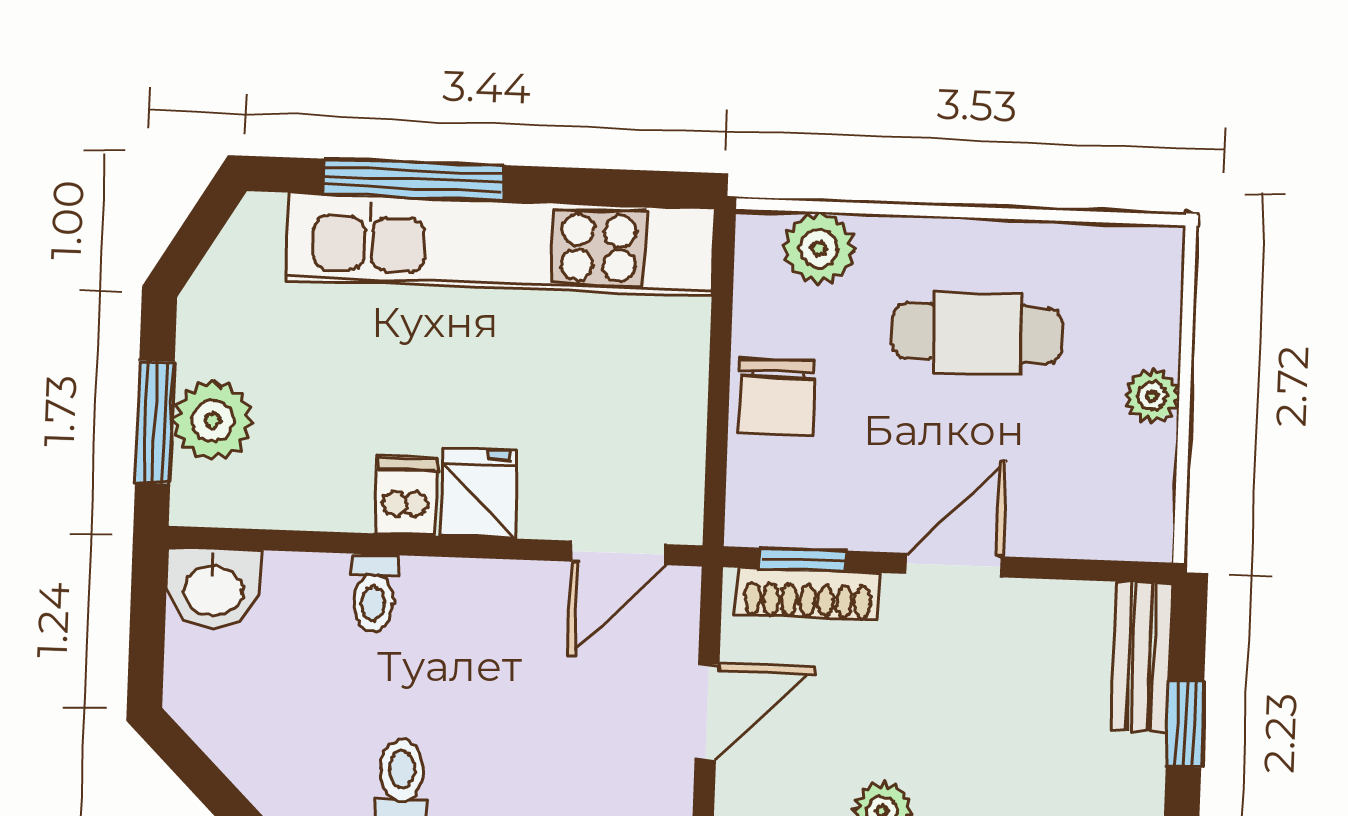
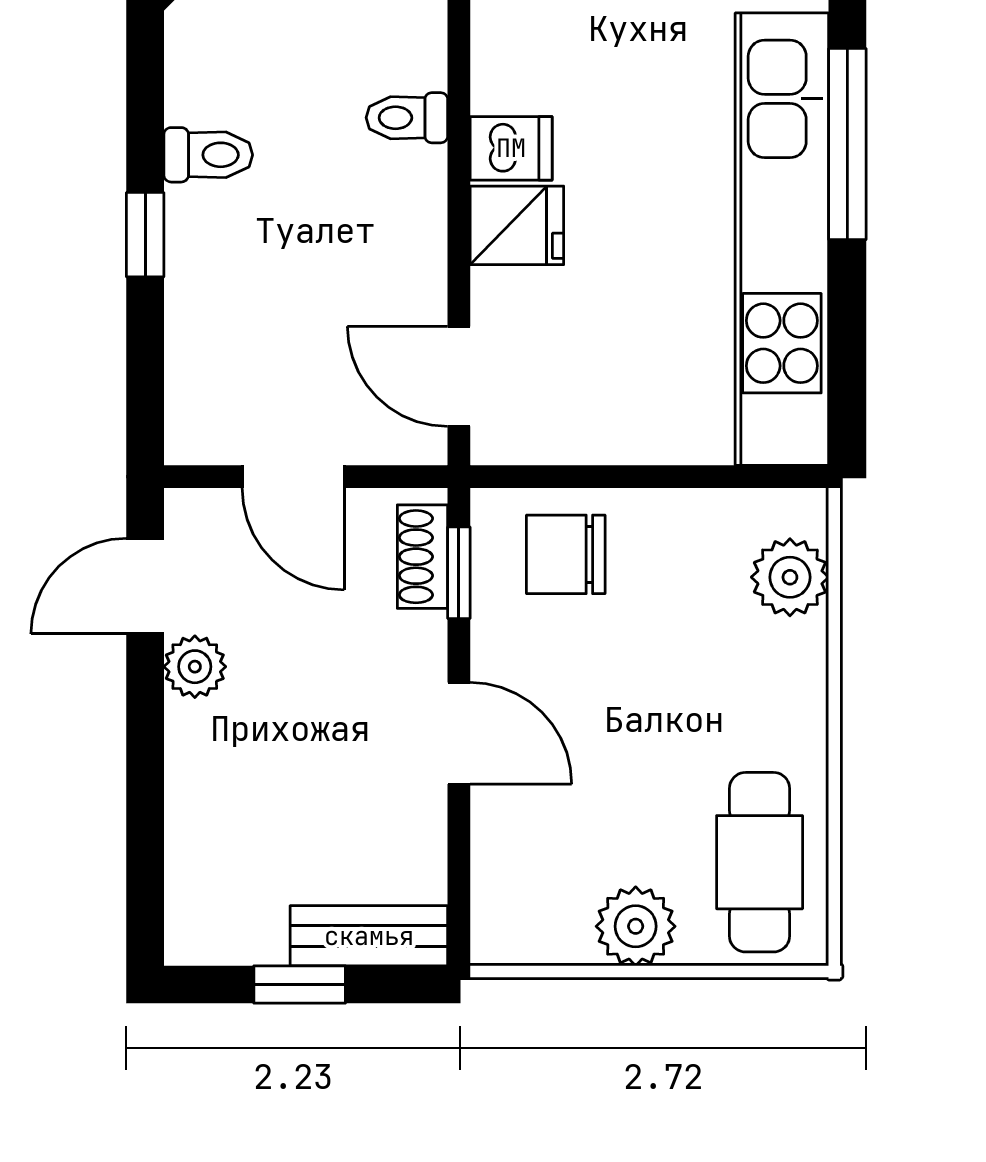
cafe table: (977, 333) -> (760, 862), moved
plant: (1152, 396) -> (636, 926), width x1.38, depth x1.38
chair: (776, 397) -> (566, 554), moved
shoe rack: (808, 594) -> (422, 557), width x0.70

